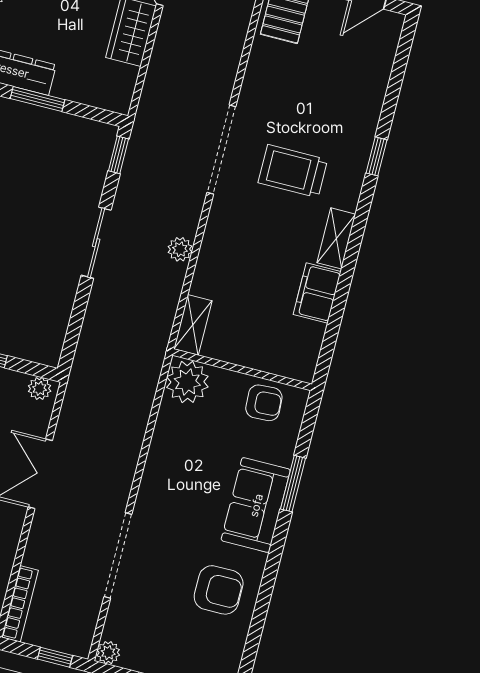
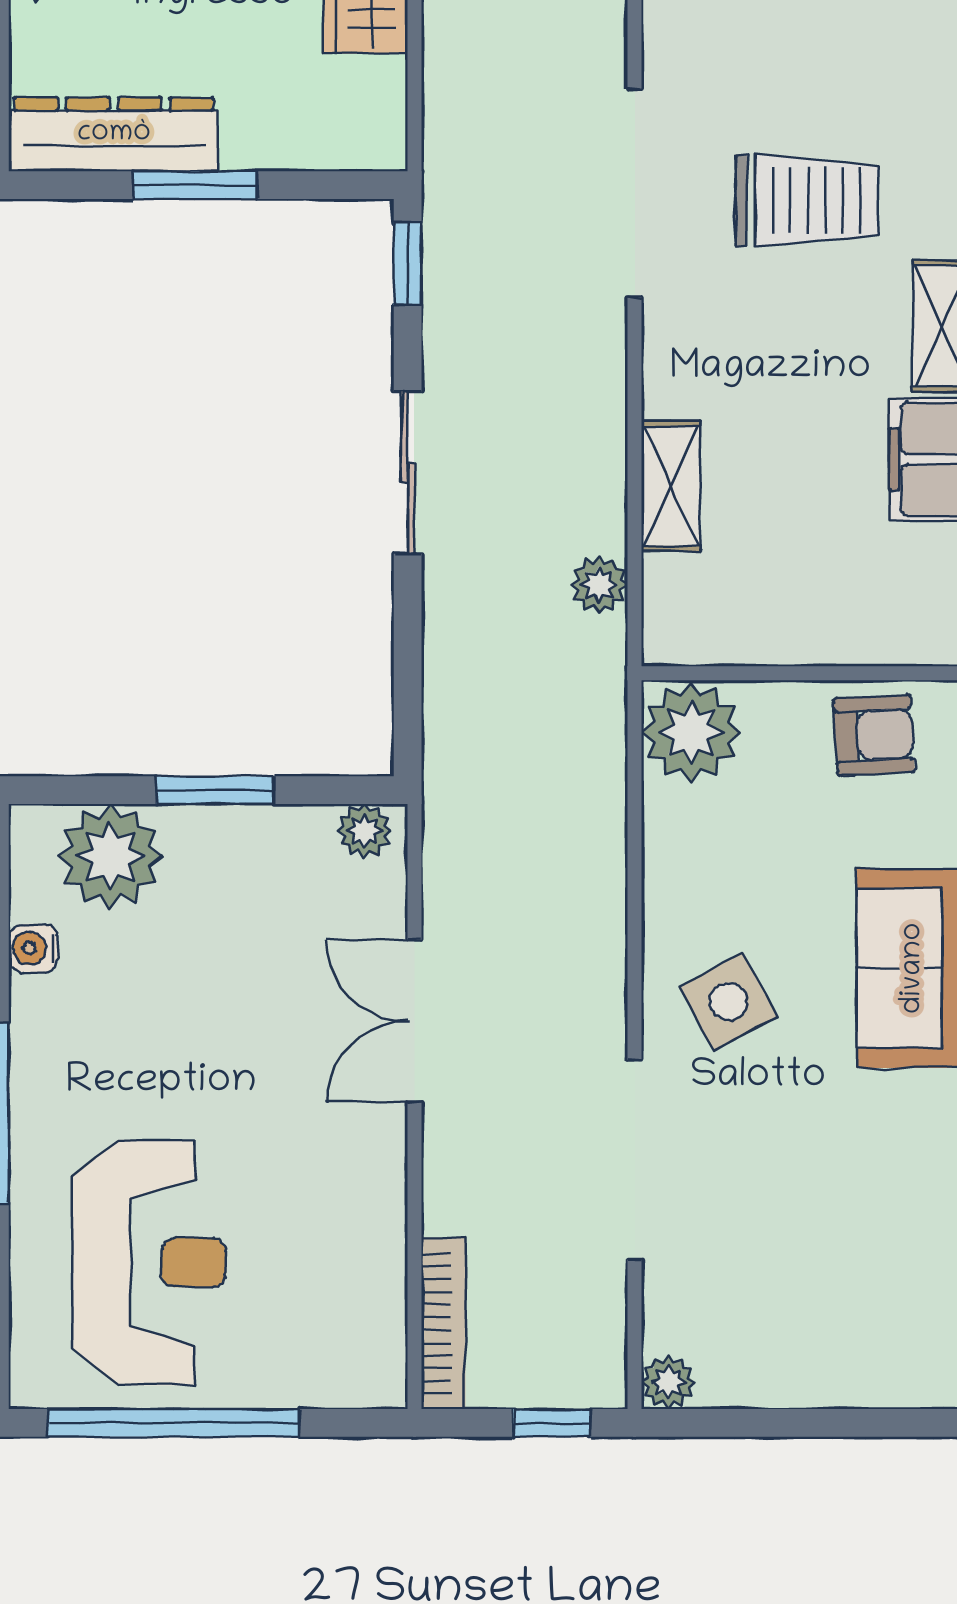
trolley: (293, 171) -> (807, 201), turned 180
plant: (180, 249) -> (599, 585), moved
shelving: (193, 325) -> (671, 486), moved
side table: (174, 499) -> (728, 1002), added
armchair: (219, 590) -> (879, 1179), removed

